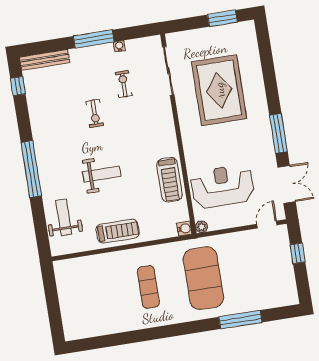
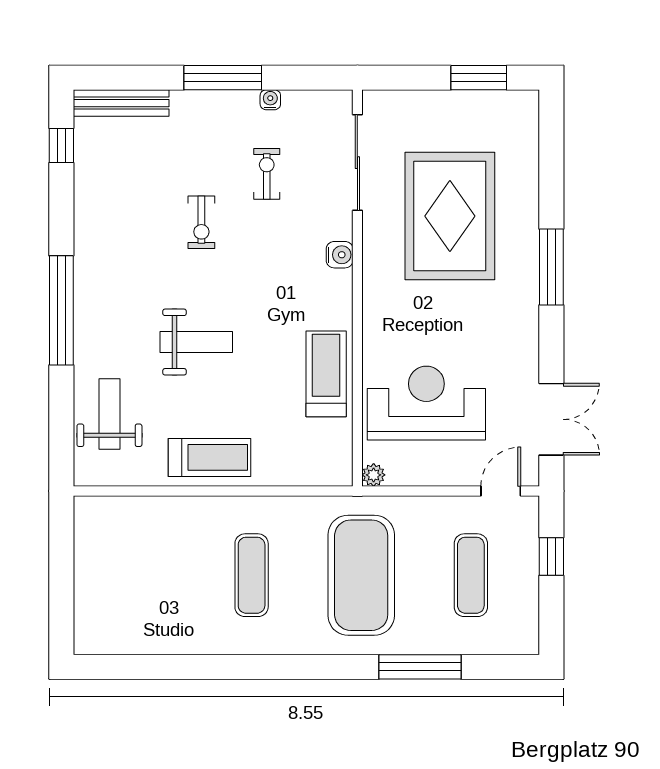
window: (278, 133) -> (551, 267), moved
treadmill: (170, 180) -> (326, 374), turned 180
water cooler: (184, 229) -> (340, 255), moved
exercise mat: (259, 269) -> (471, 575), added

